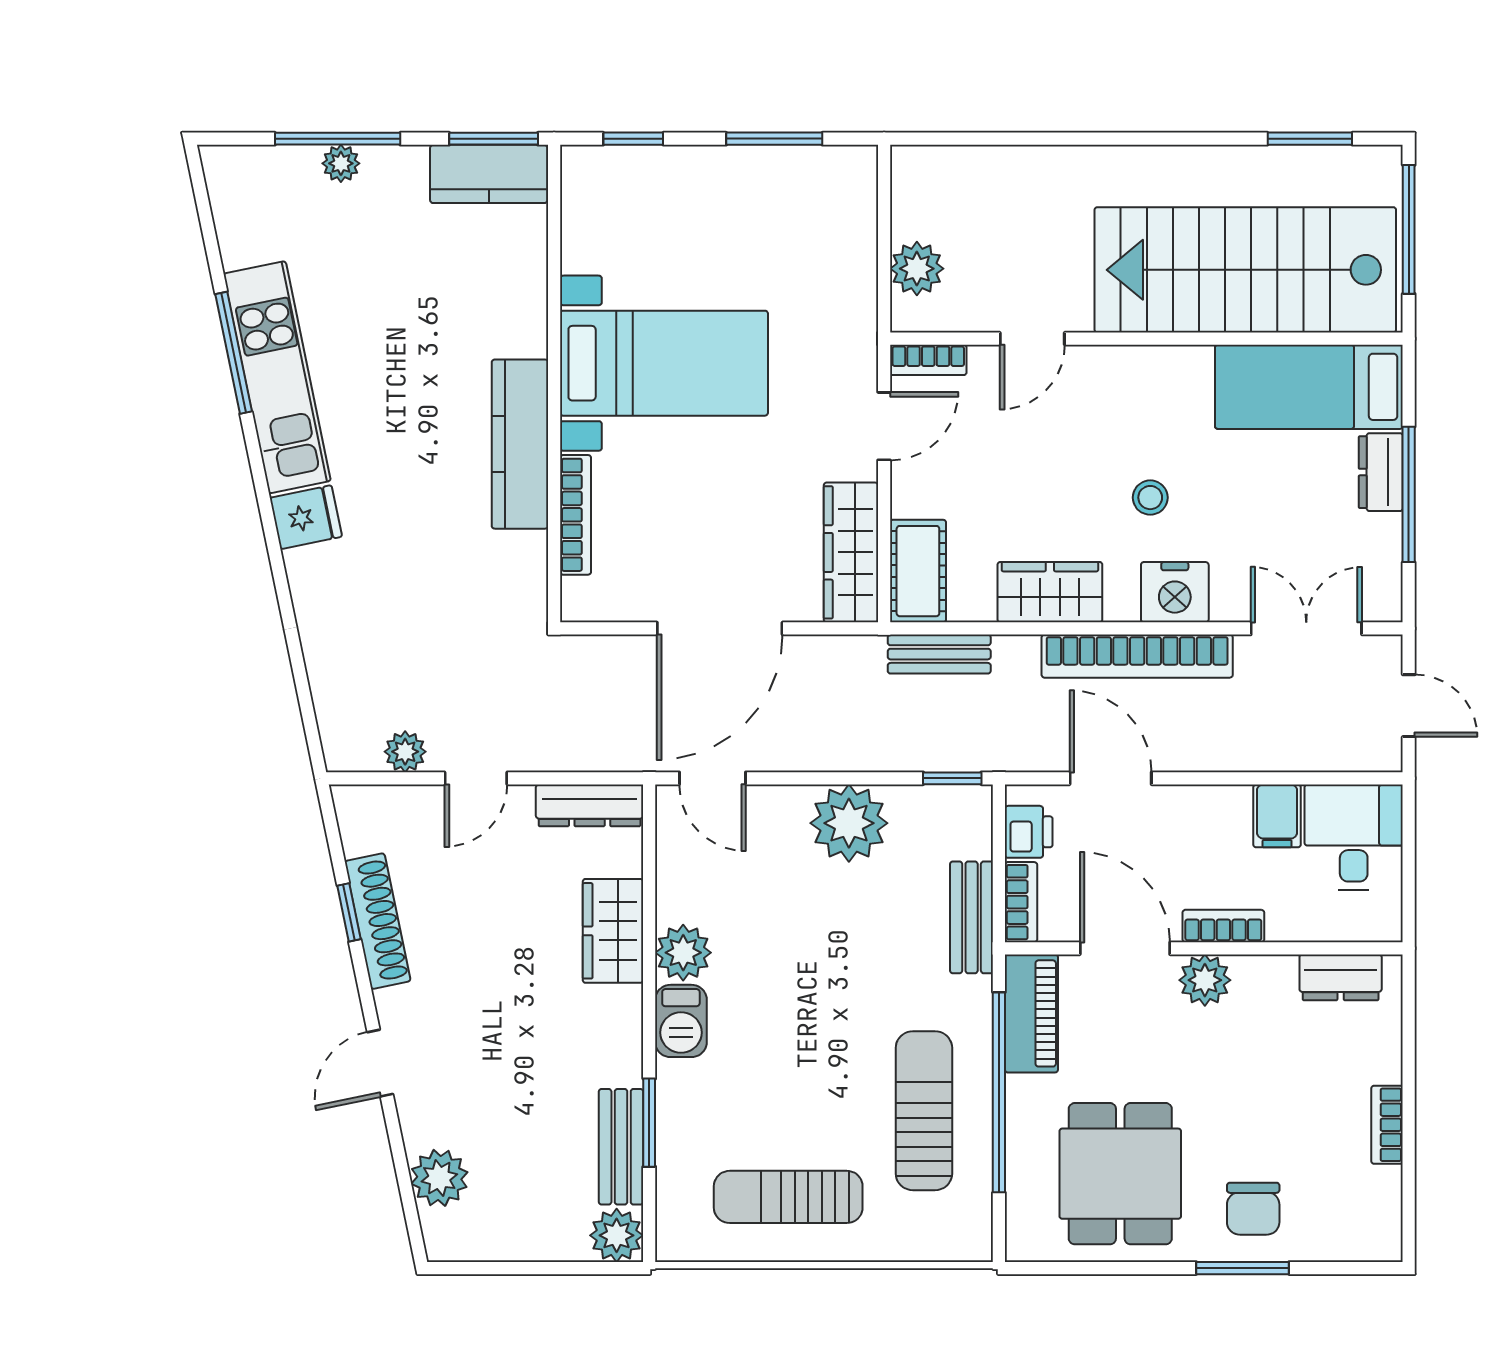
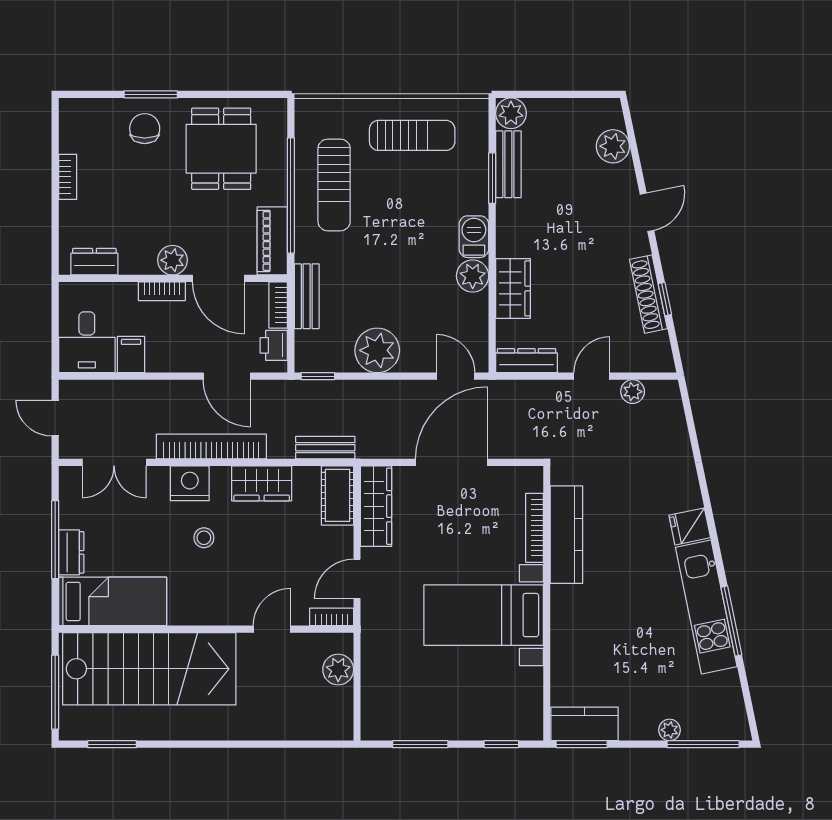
window: (338, 139) -> (703, 744), moved
kitchen counter: (520, 444) -> (566, 535), moved

